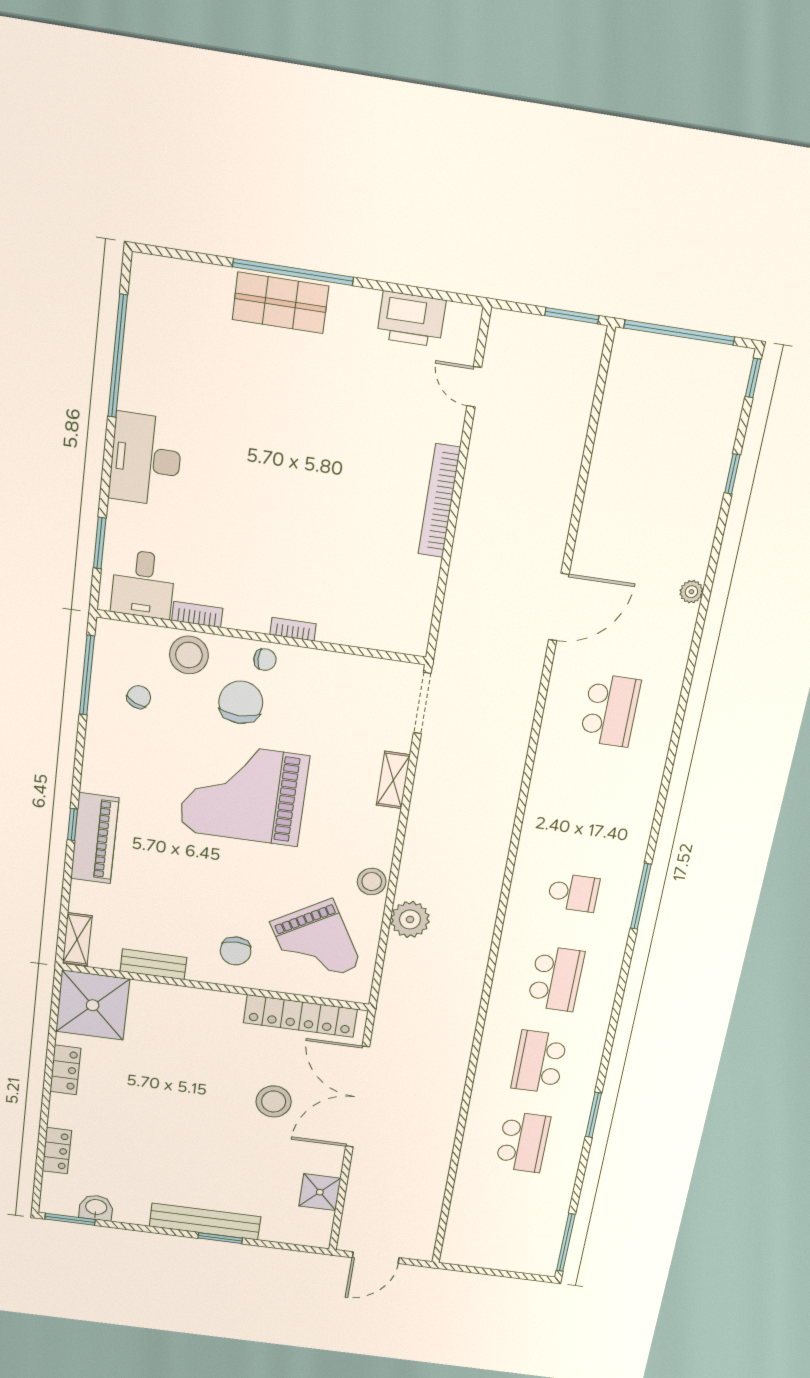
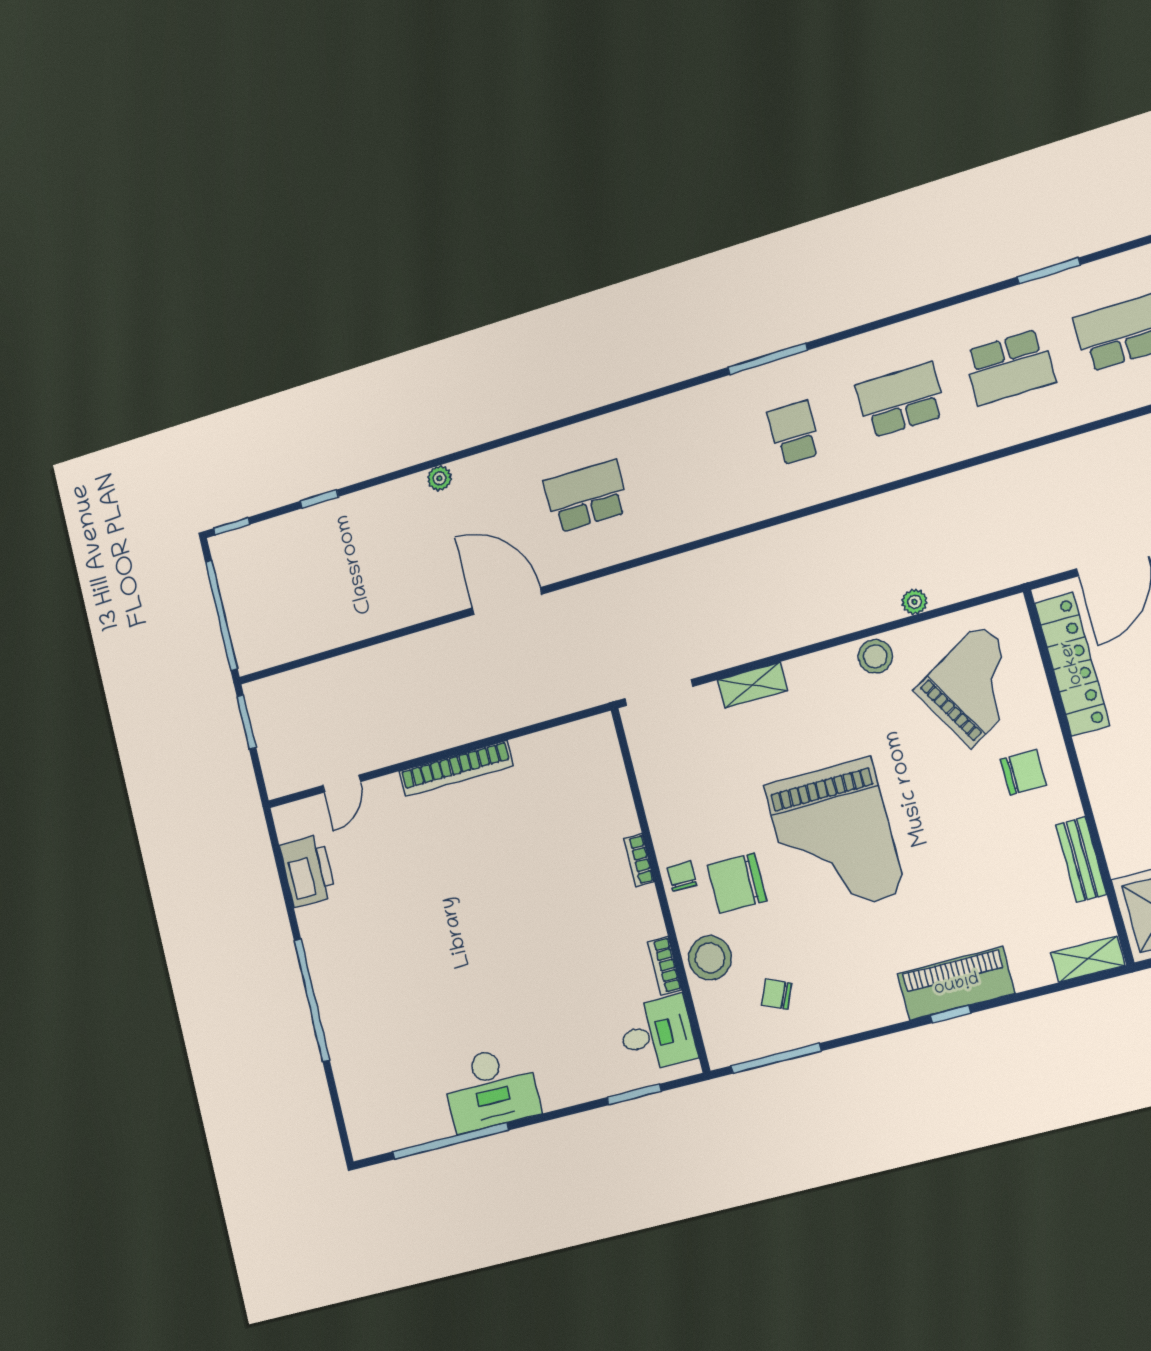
shop shelf: (280, 303) -> (342, 1001), removed
desk: (146, 459) -> (491, 1089), moved
plant: (410, 919) -> (915, 602), width x0.53, depth x0.53

